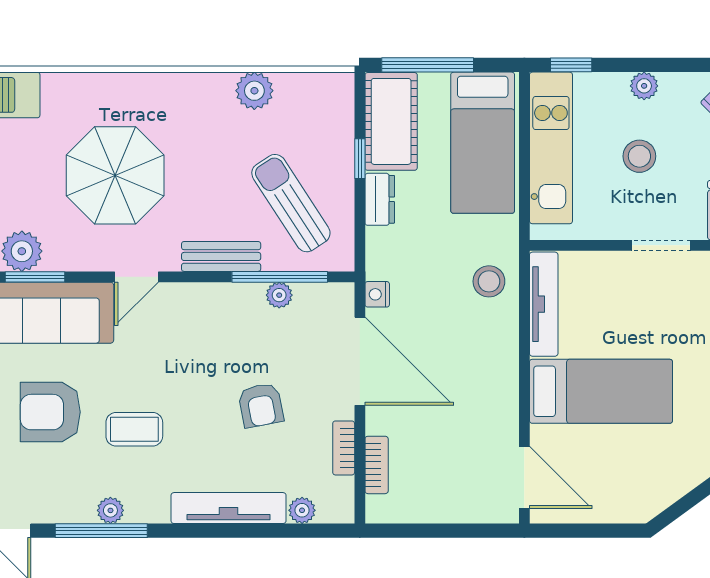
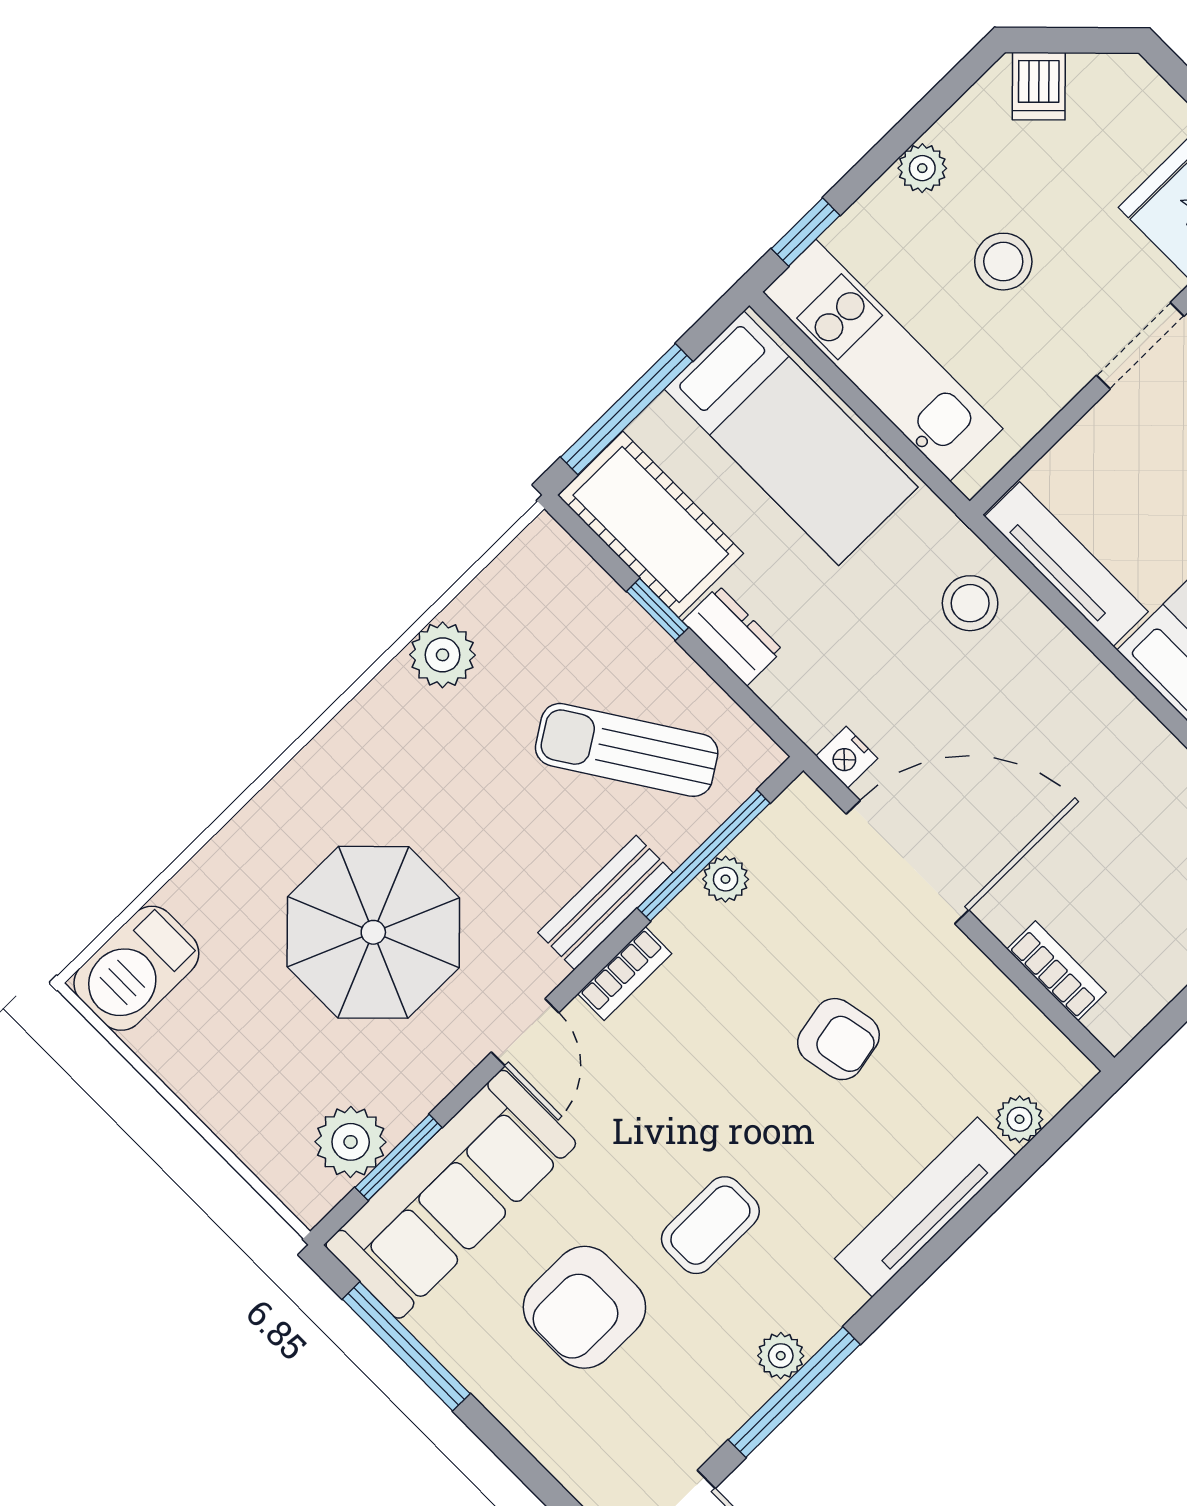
bookcase: (344, 448) -> (625, 974), moved, turned -90

